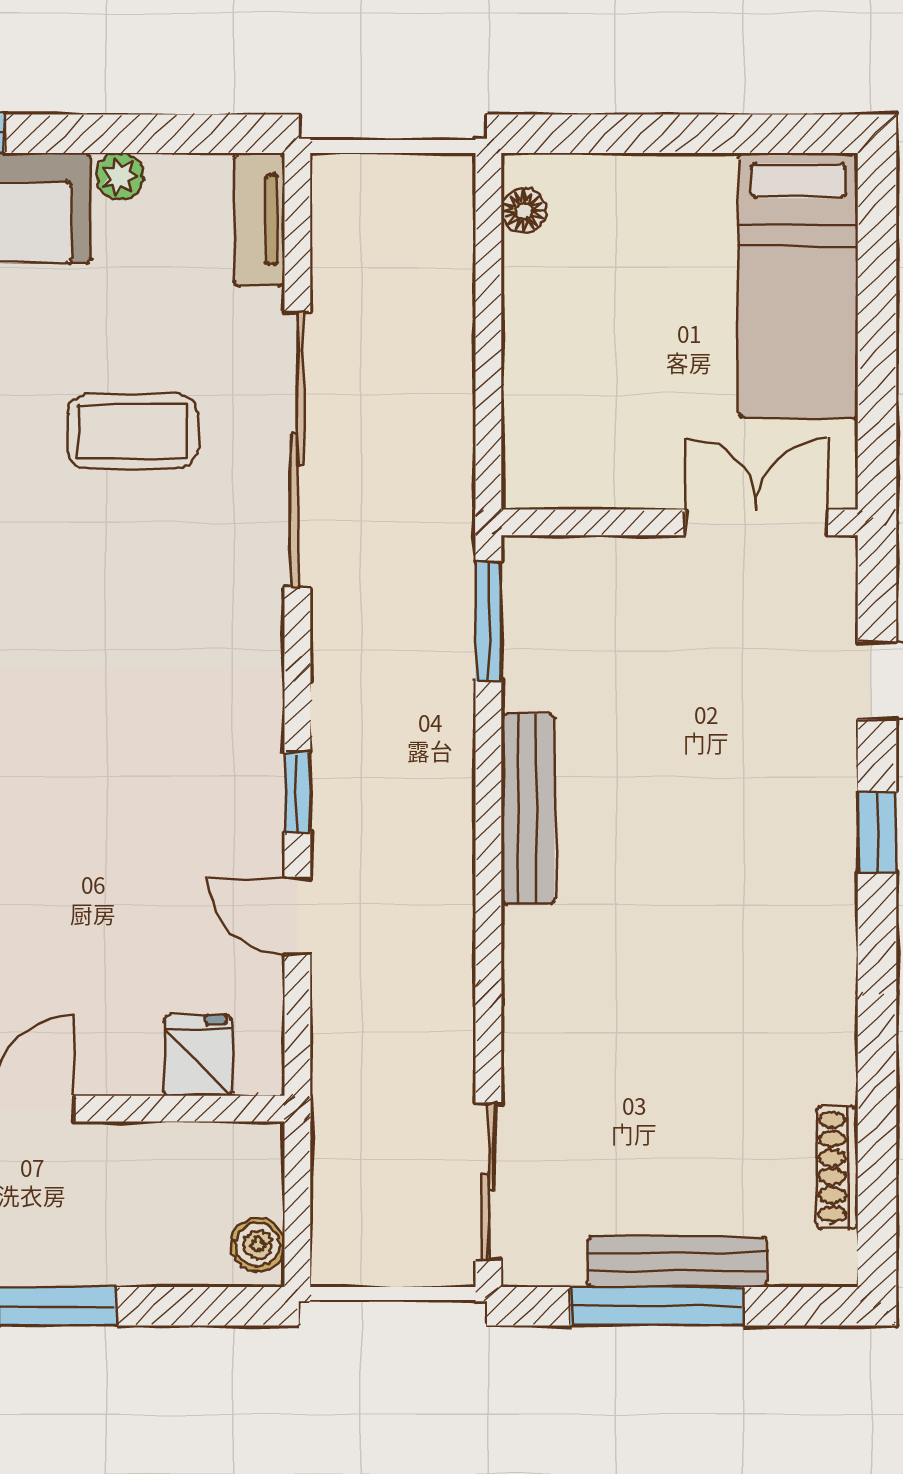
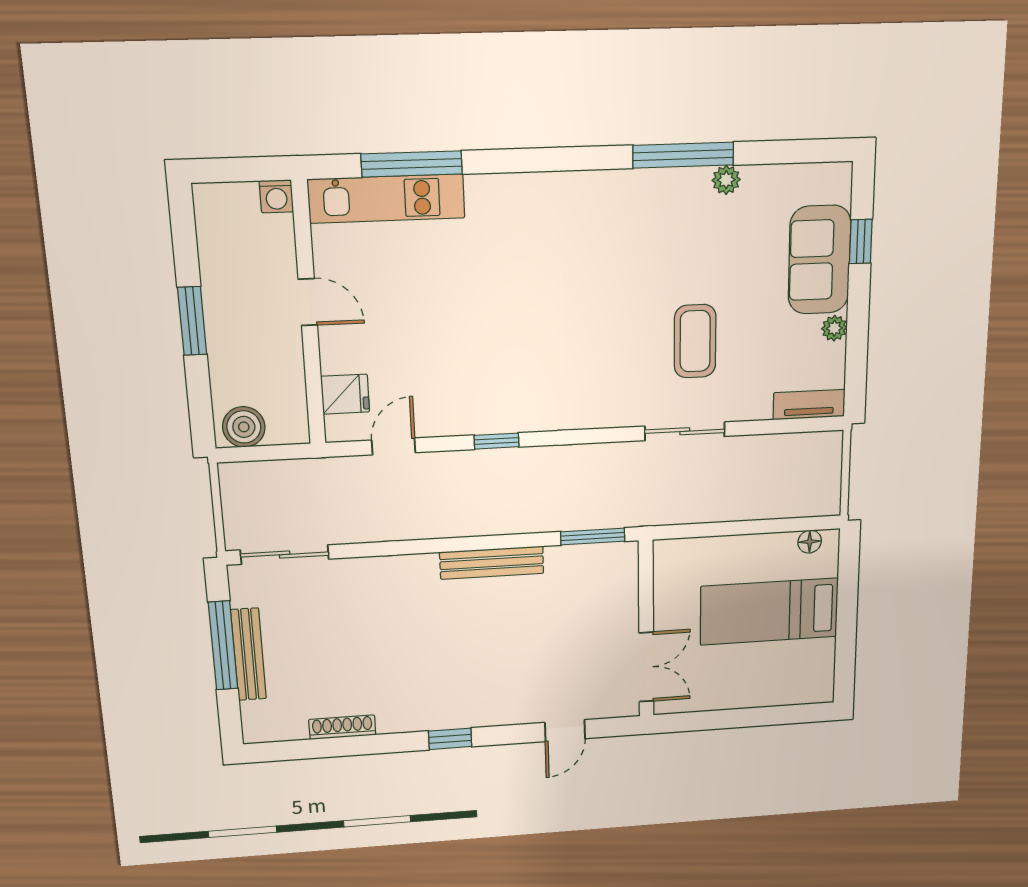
bed: (798, 286) -> (769, 612), moved
sliding door: (297, 450) -> (685, 431), width x0.54
window: (877, 832) -> (450, 739), moved
door: (297, 916) -> (393, 446), moved
shoe rack: (837, 1167) -> (342, 727), moved
boiler: (258, 1245) -> (244, 427), width x1.36, depth x1.36

